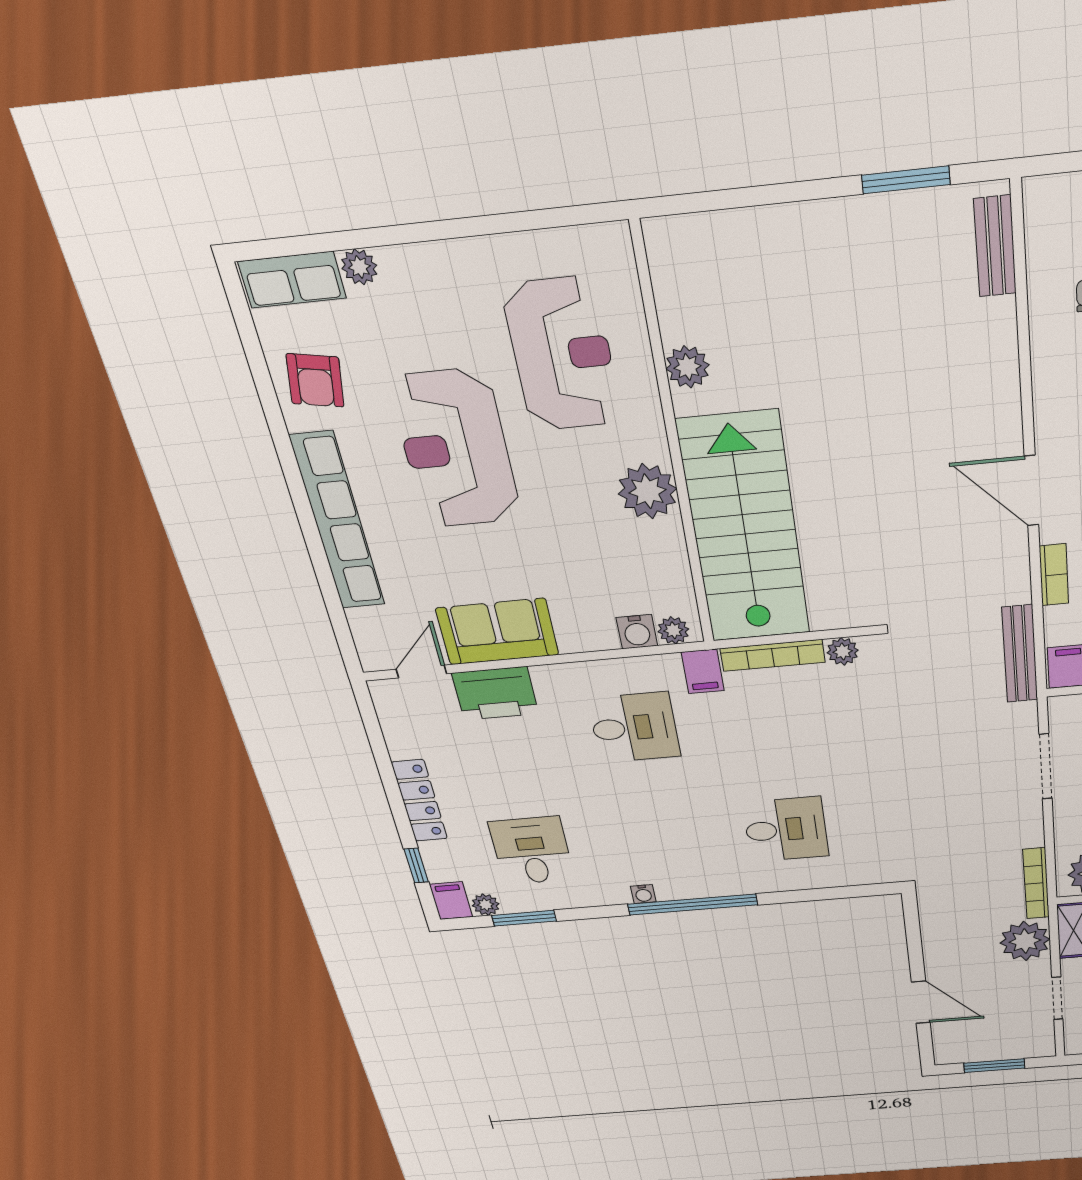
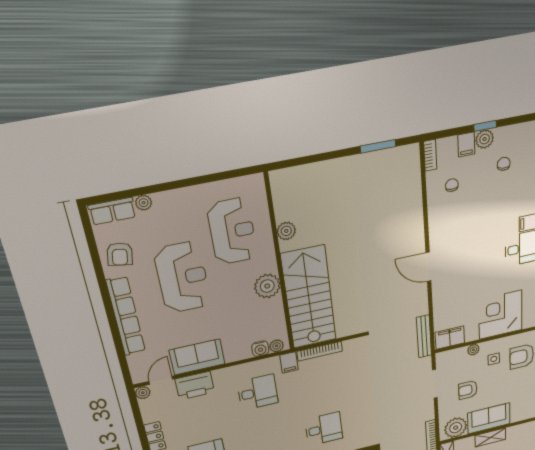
bench: (995, 246) -> (413, 169), removed
reception desk: (456, 449) -> (182, 277), turned 180
bookcase: (1054, 575) -> (430, 155), moved
plant: (843, 651) -> (143, 393), moved

